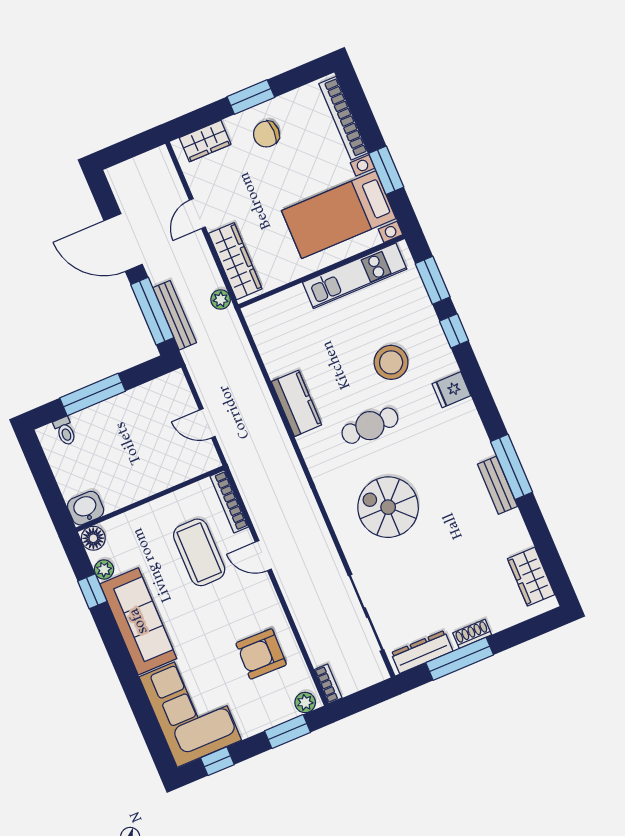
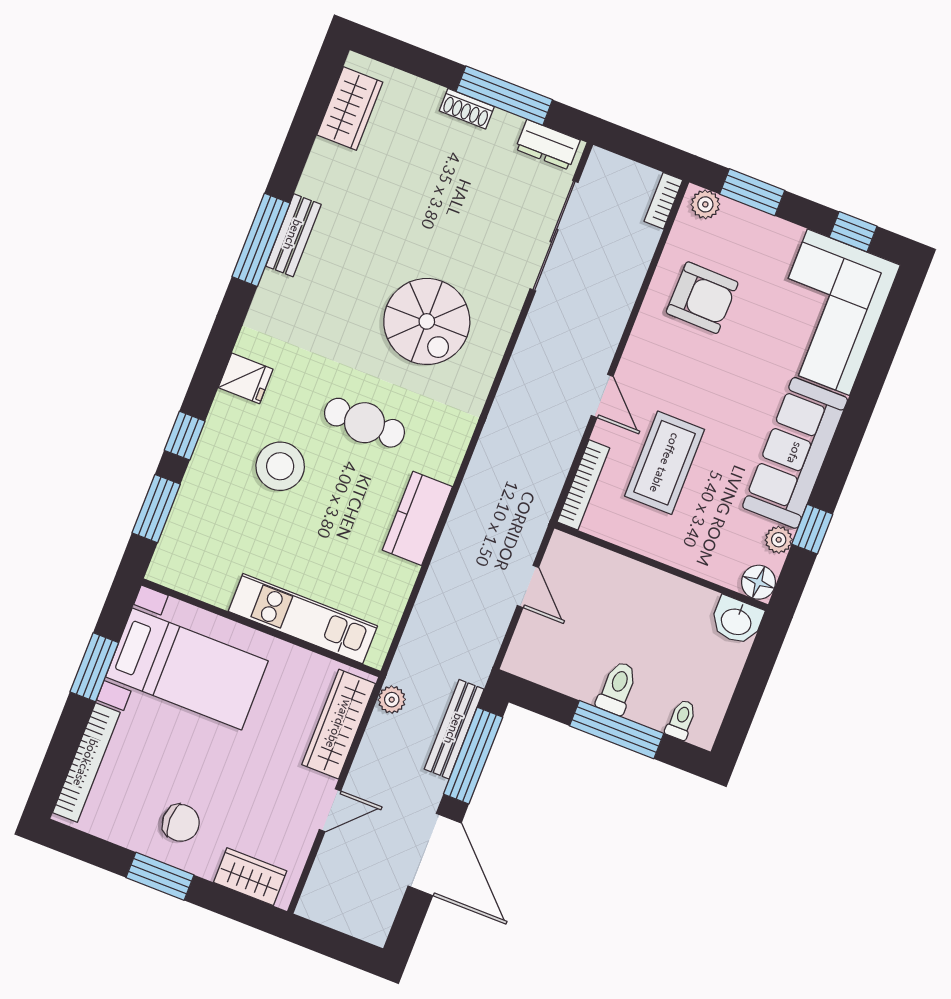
kitchen unit: (355, 276) -> (303, 619), moved
toilet: (113, 416) -> (617, 688), added
dresser: (422, 652) -> (548, 145), width x0.70

